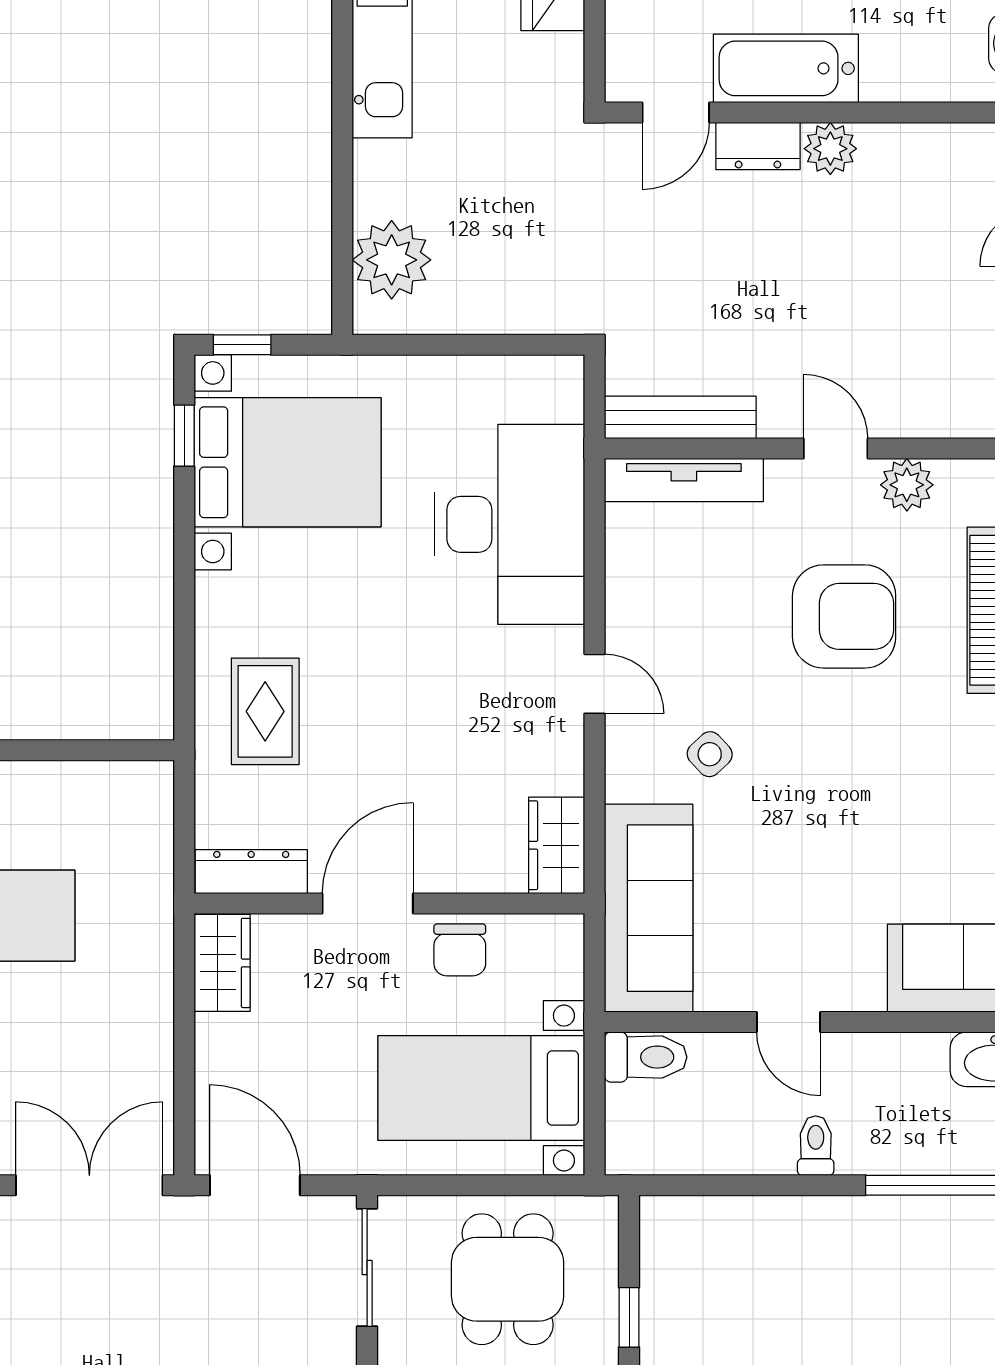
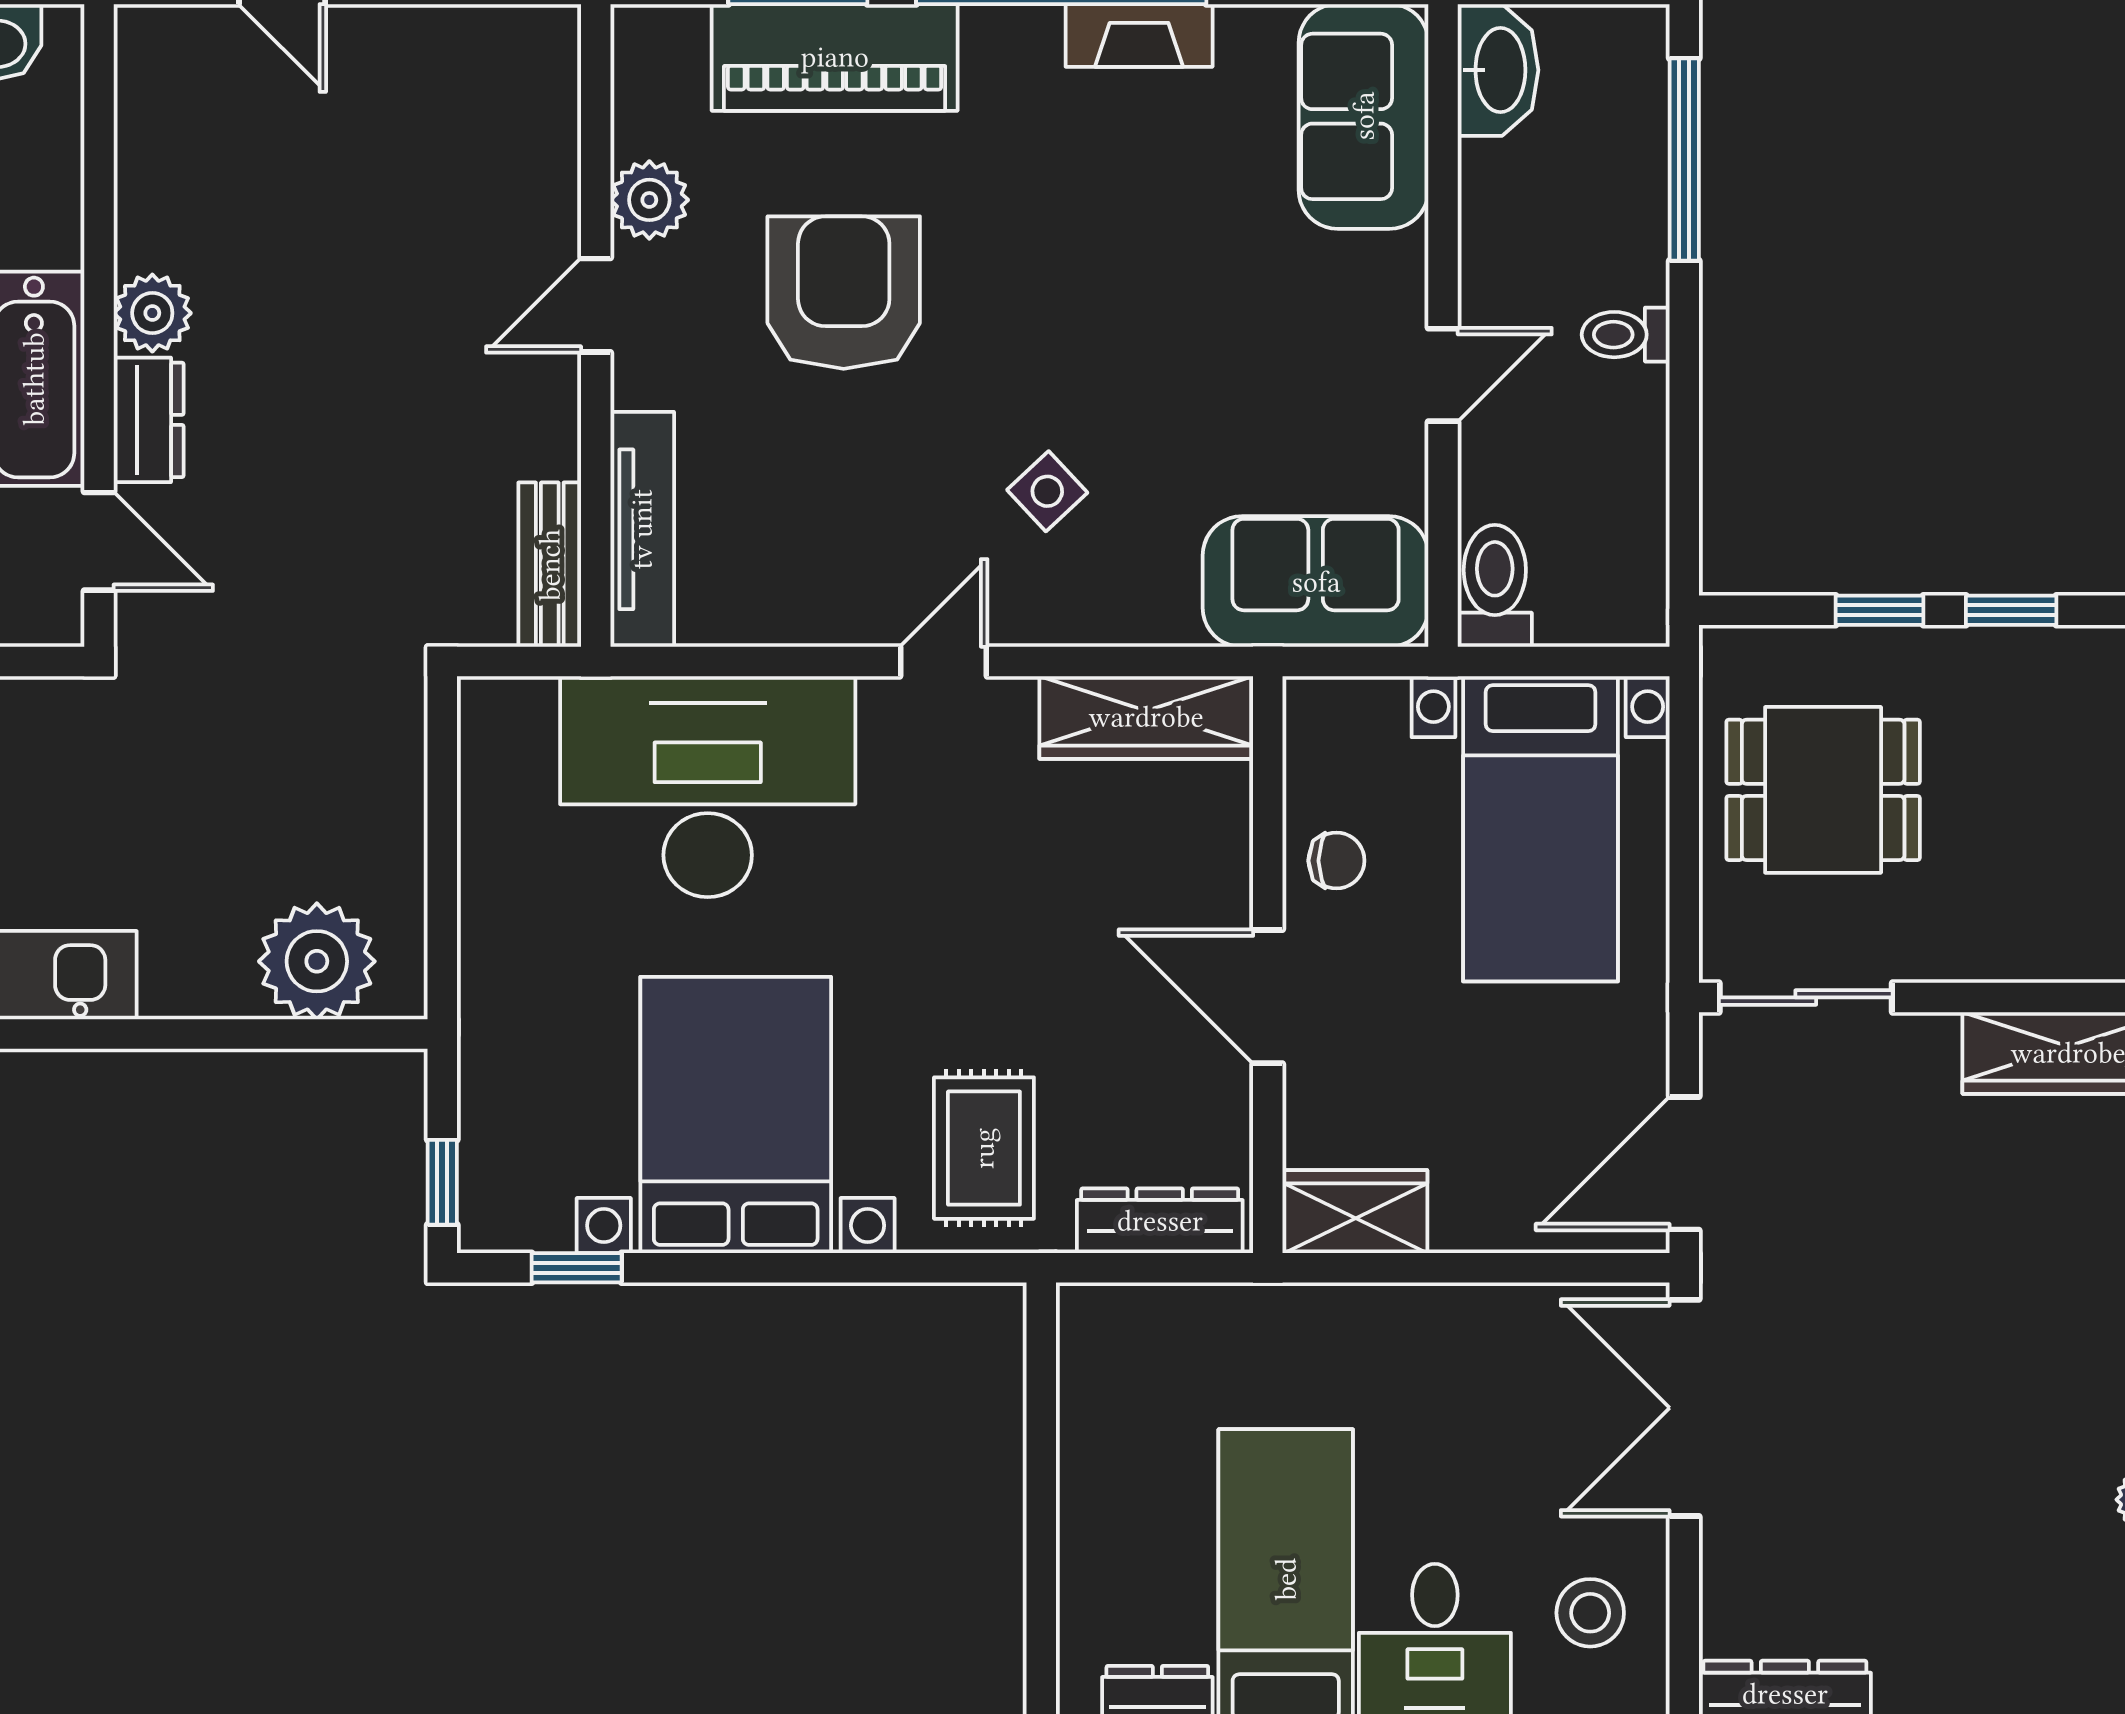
bench: (680, 417) -> (550, 565), width x0.73
bed with nightstands: (288, 462) -> (736, 1115), moved
rug: (265, 711) -> (984, 1148), turned 90
wardrobe: (557, 845) -> (1146, 717), width x1.50
dresser: (251, 872) -> (1160, 1221), moved, turned 90
sofa: (649, 908) -> (1316, 582), width x0.73
chair: (460, 950) -> (1336, 861), width x0.73, depth x0.73

